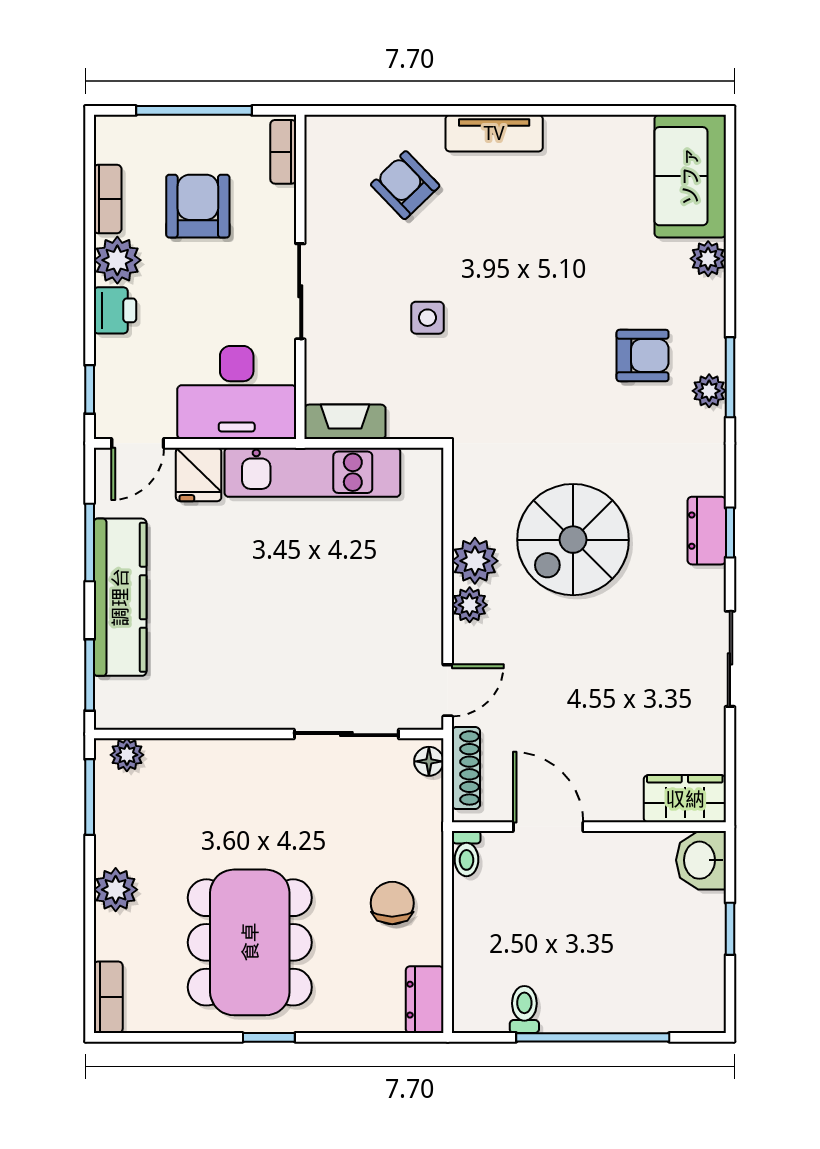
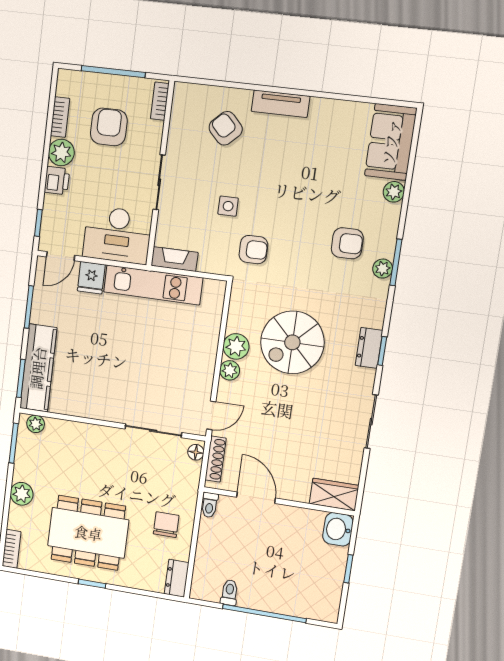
armchair: (482, 387) -> (253, 250), added
kitchen counter: (120, 597) -> (38, 368), moved
dining table: (250, 942) -> (88, 533), turned 90

